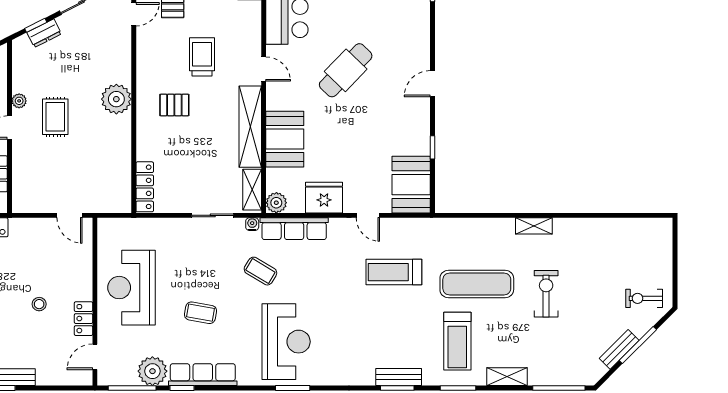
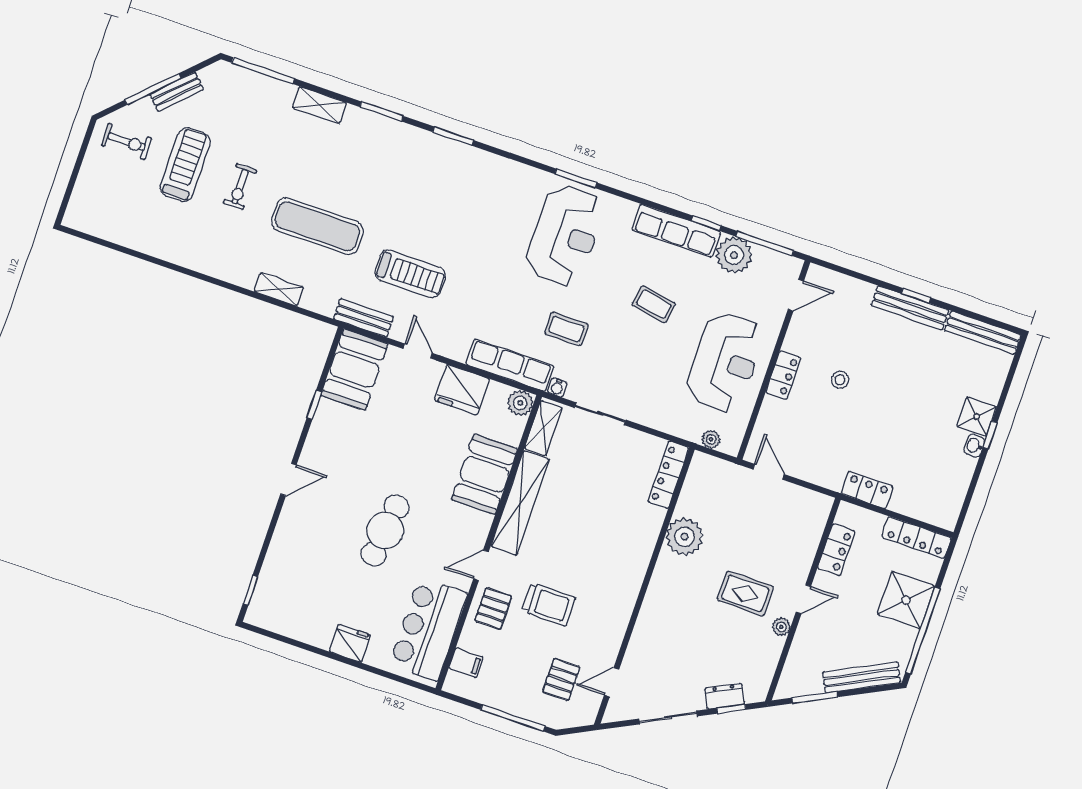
trolley: (202, 57) -> (549, 604), turned -90
door: (264, 69) -> (481, 565), hinge flipped
cafe table: (346, 70) -> (385, 531), turned -37
plant: (116, 99) -> (684, 537), moved
pallet: (174, 105) -> (493, 609), moved, turned 90
rug: (55, 117) -> (745, 593), turned 90
plant: (122, 225) -> (711, 439), added
shelving: (534, 226) -> (279, 289), moved
coffee table: (260, 271) -> (566, 329), turned -31
exercise bike: (546, 294) -> (240, 187), width x0.73, depth x0.72
locker: (84, 319) -> (783, 375), moved
treadmill: (457, 341) -> (185, 165), moved
reception desk: (286, 342) -> (565, 236), turned 180
bench: (399, 377) -> (363, 318), moved

